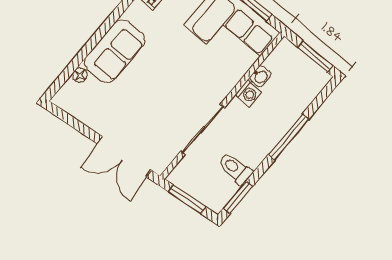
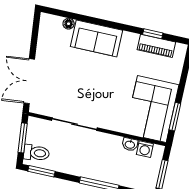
washing machine: (248, 93) -> (145, 149), moved
toilet: (235, 169) -> (36, 153), moved, turned 84

